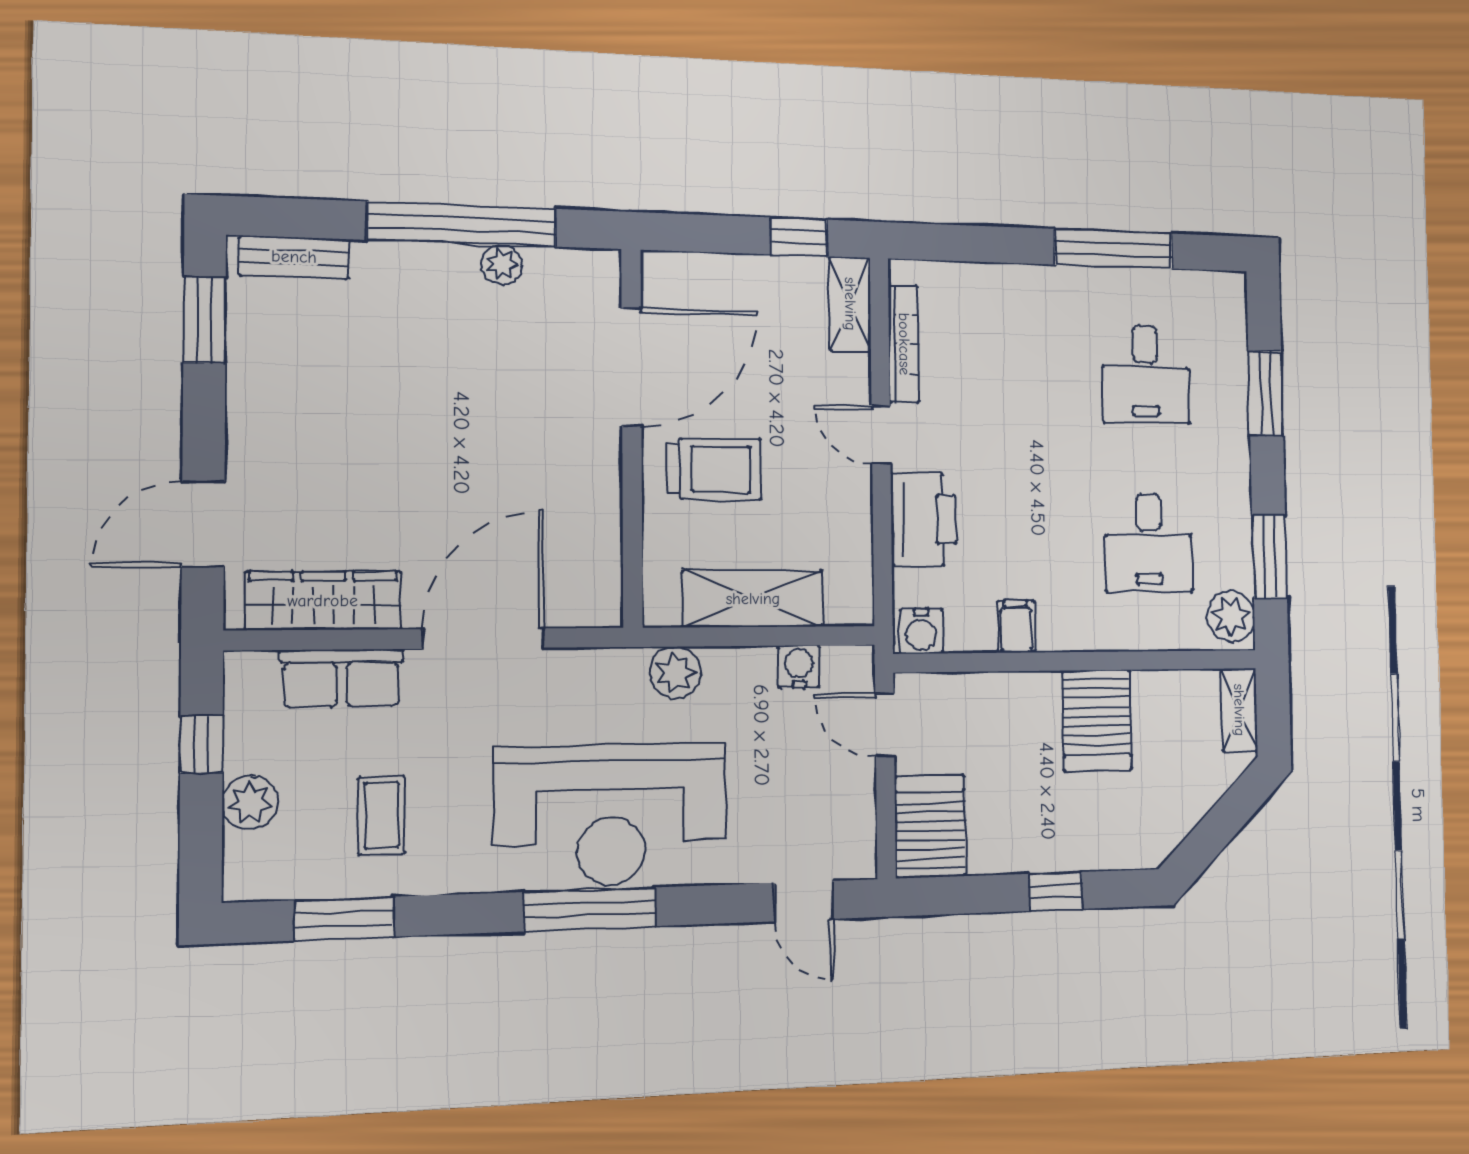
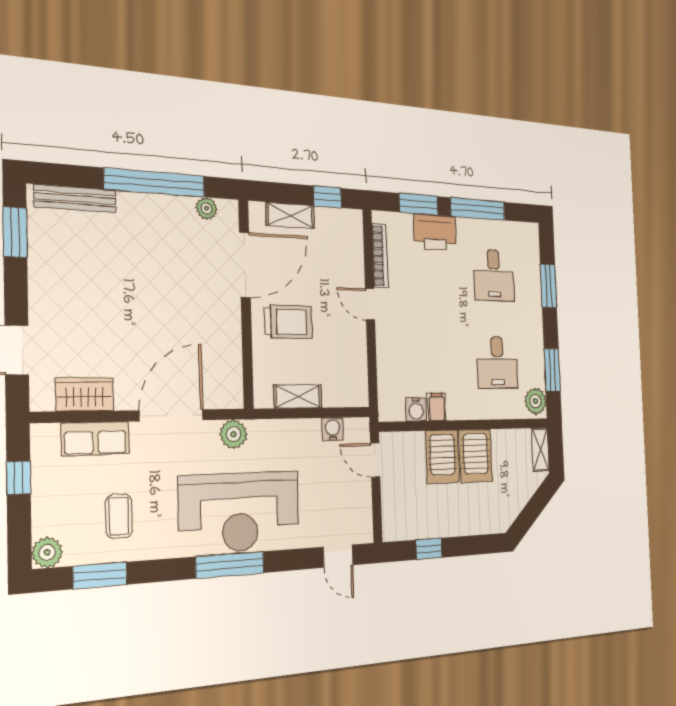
window: (987, 244) -> (419, 204), added
bench: (294, 257) -> (75, 199), width x1.36
plant: (502, 265) -> (206, 208), moved
shelving: (850, 304) -> (290, 215), moved, turned 90
printer: (924, 519) -> (435, 232), moved, turned 90
shelving: (753, 599) -> (298, 396), width x0.67, depth x0.75
wardrobe: (323, 601) -> (85, 394), width x0.67
water cooler: (921, 631) -> (416, 409), moved
plant: (675, 673) -> (233, 434), moved
plant: (250, 803) -> (47, 552), moved
server rack: (930, 826) -> (442, 457), moved, turned 180
window: (1056, 891) -> (429, 549), moved

